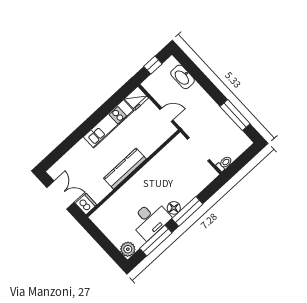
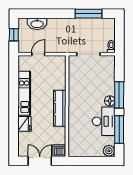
fridge: (136, 98) -> (24, 124), moved
door: (166, 115) -> (38, 54), moved

